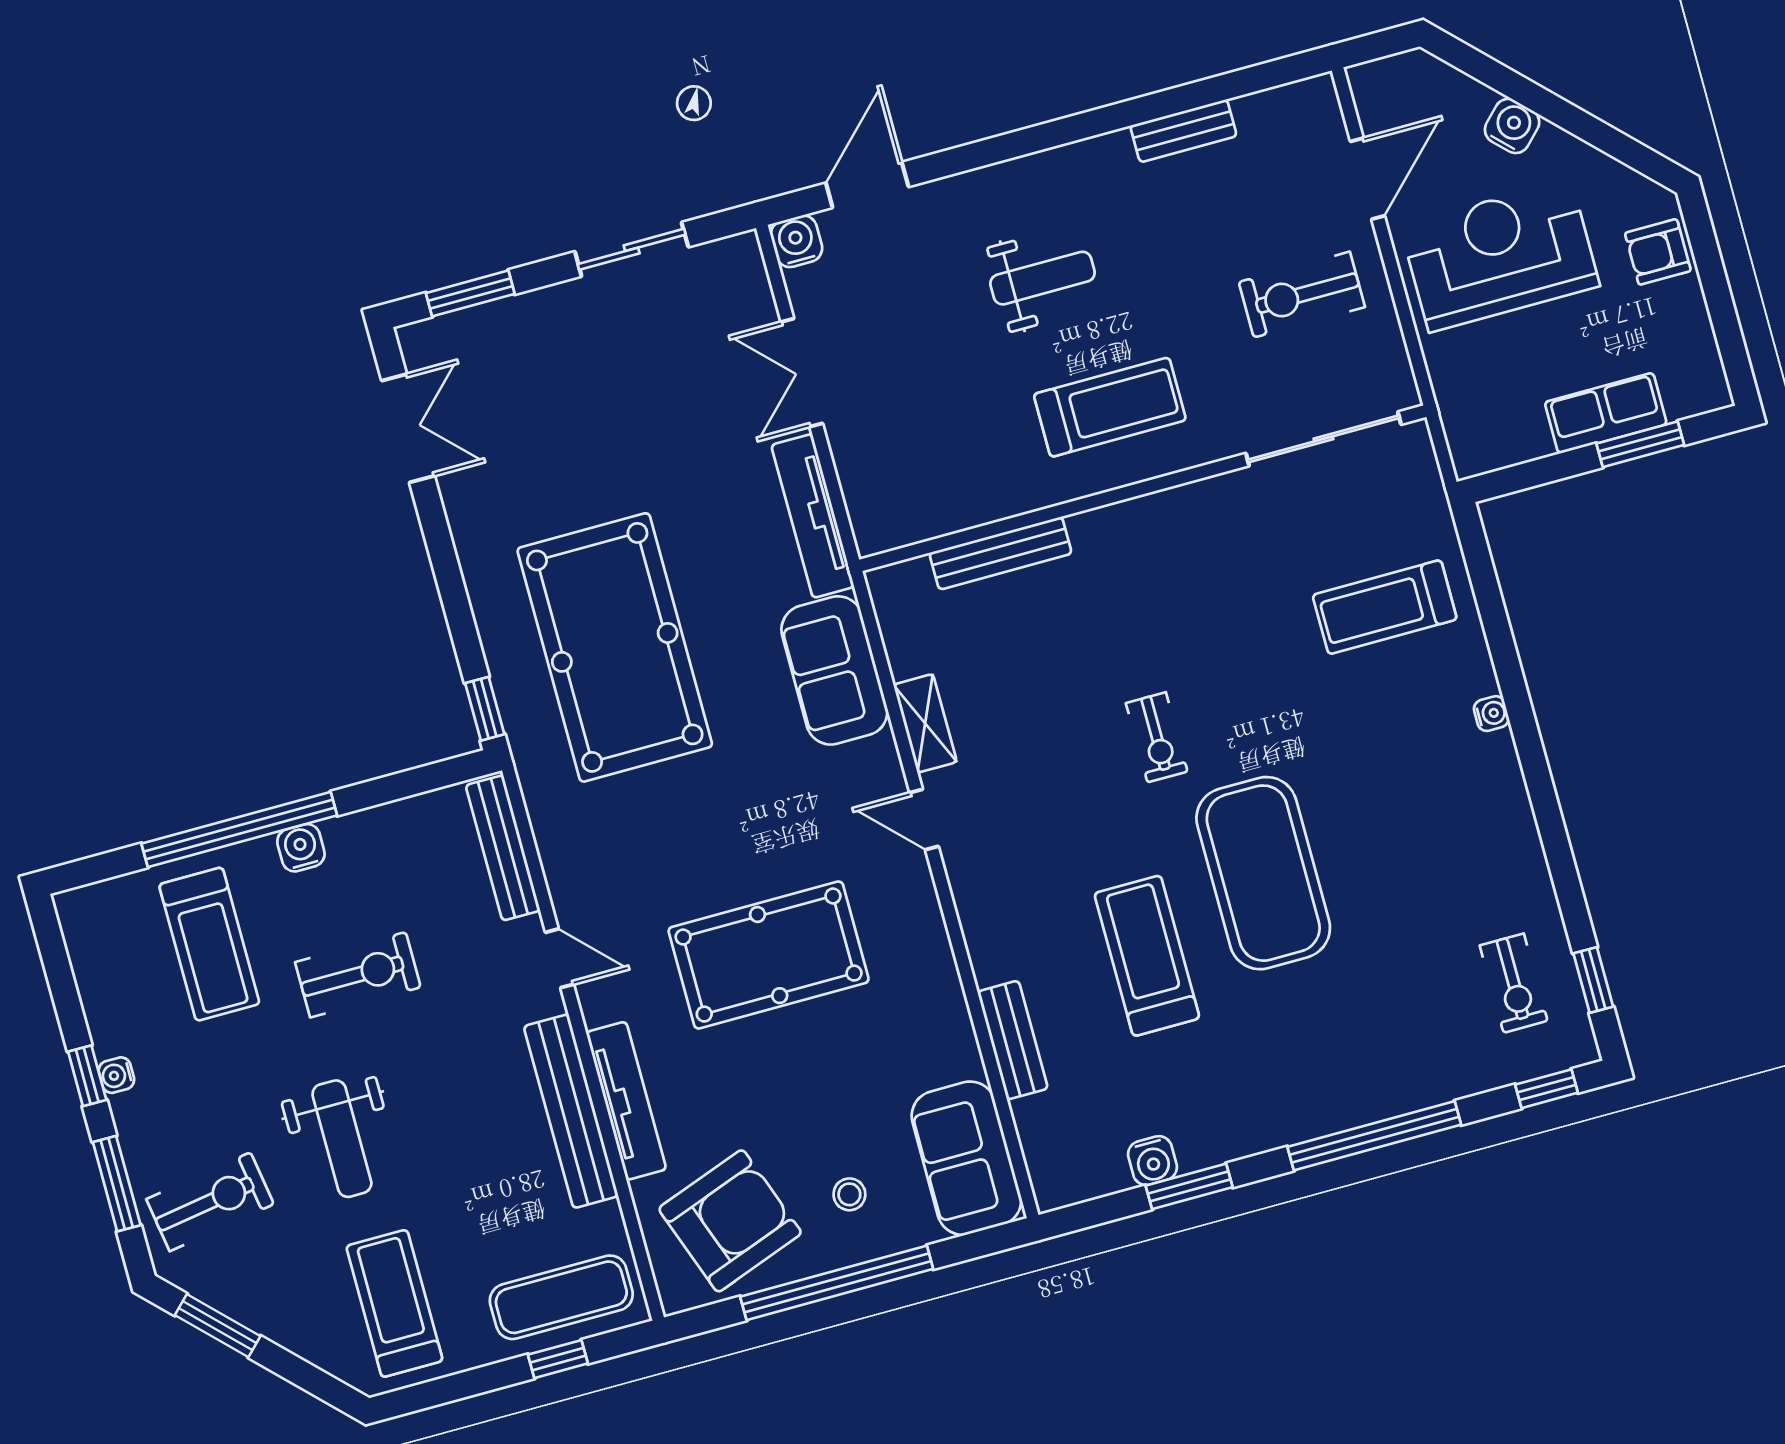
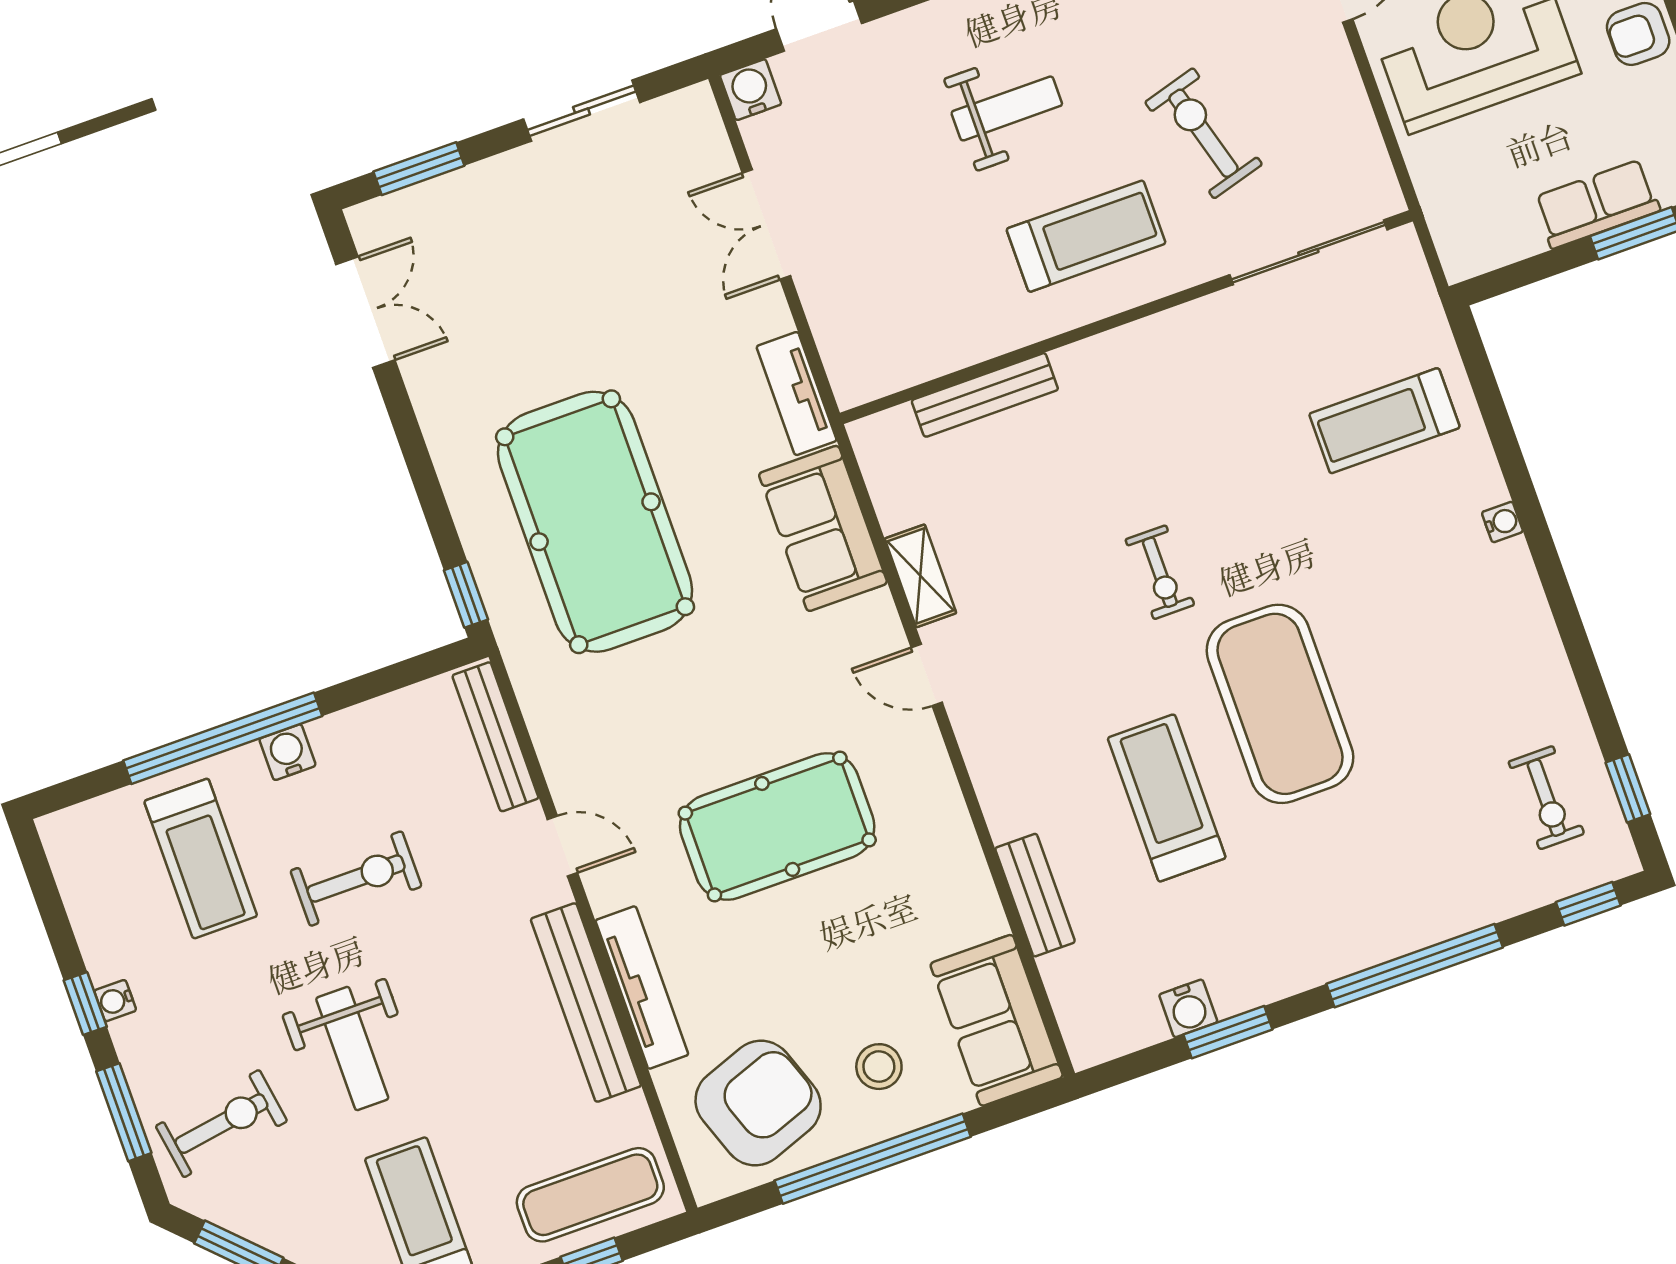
exercise bike: (1302, 295) -> (1204, 133), moved, turned 74
tv unit: (813, 516) -> (797, 394), width x0.71
stool: (849, 1194) -> (879, 1067), width x1.37, depth x1.37

